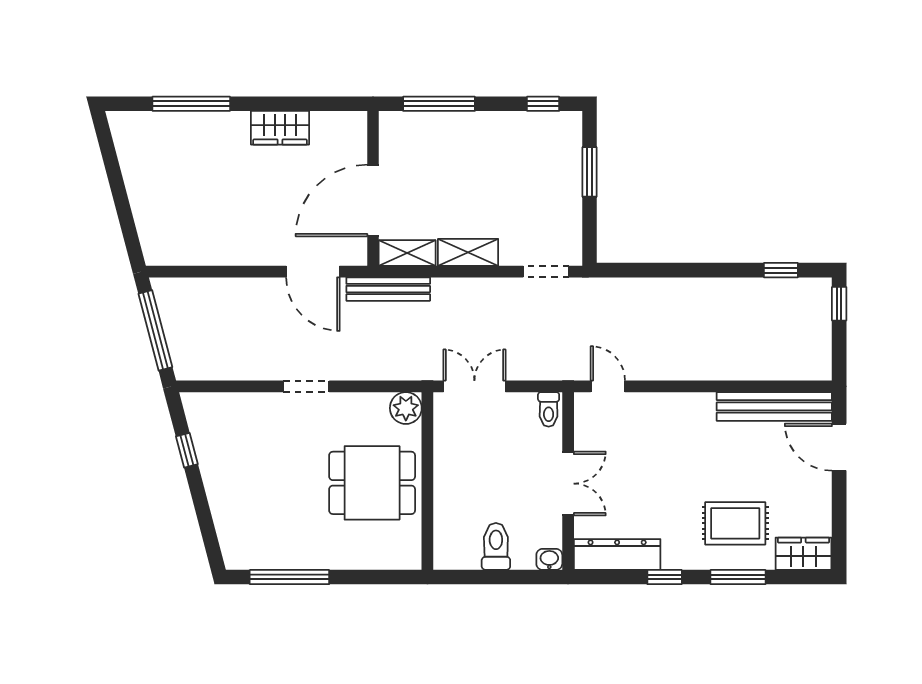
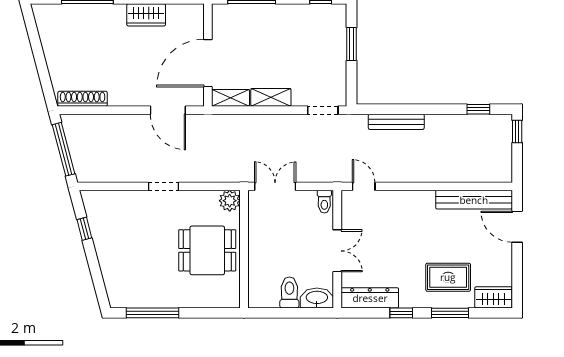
shoe rack: (184, 254) -> (83, 99), added
bench: (388, 289) -> (396, 122), moved
washbasin: (549, 559) -> (317, 298), width x1.91, depth x1.45

